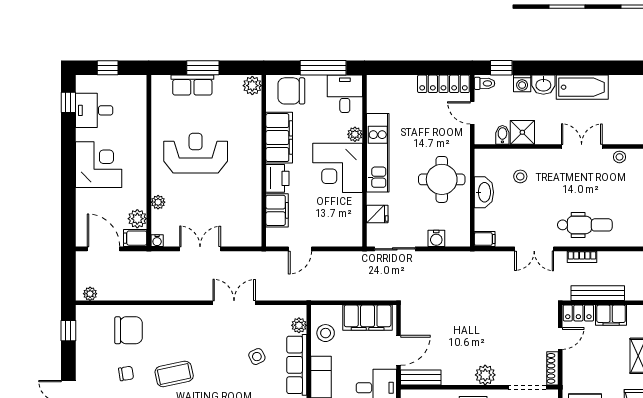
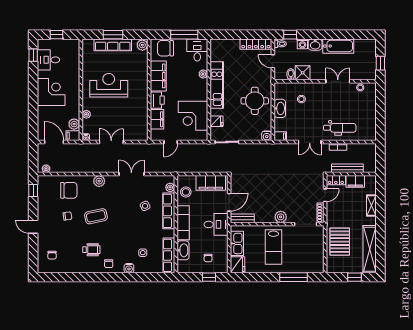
row of seats: (192, 85) -> (113, 45), width x1.48
corner desk: (338, 168) -> (193, 116), moved
water cooler: (436, 238) -> (267, 136), moved
plant: (180, 315) -> (99, 181), added

